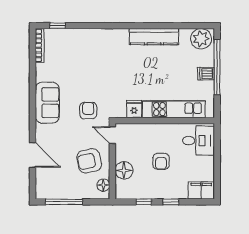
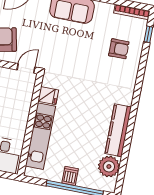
plant: (201, 39) -> (109, 166), moved
armchair: (88, 111) -> (119, 49), moved

